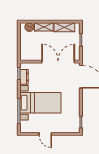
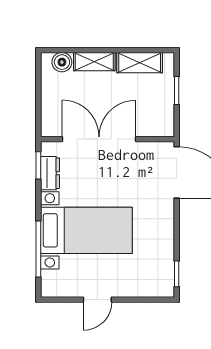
double door: (58, 62) -> (99, 139), moved
door: (45, 134) -> (97, 300), hinge flipped

